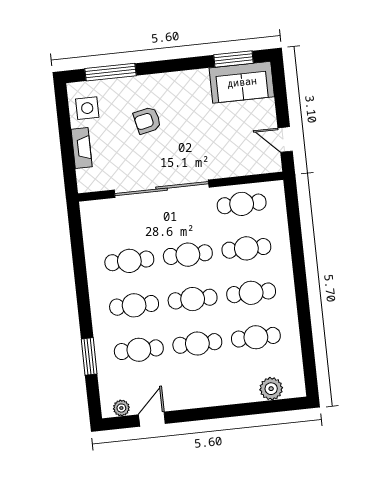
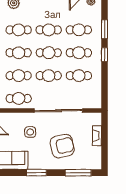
window: (234, 59) -> (36, 173), moved
side table: (87, 108) -> (30, 132), moved
armchair: (147, 120) -> (62, 146), width x1.88, depth x1.88
window: (84, 307) -> (104, 55), added

